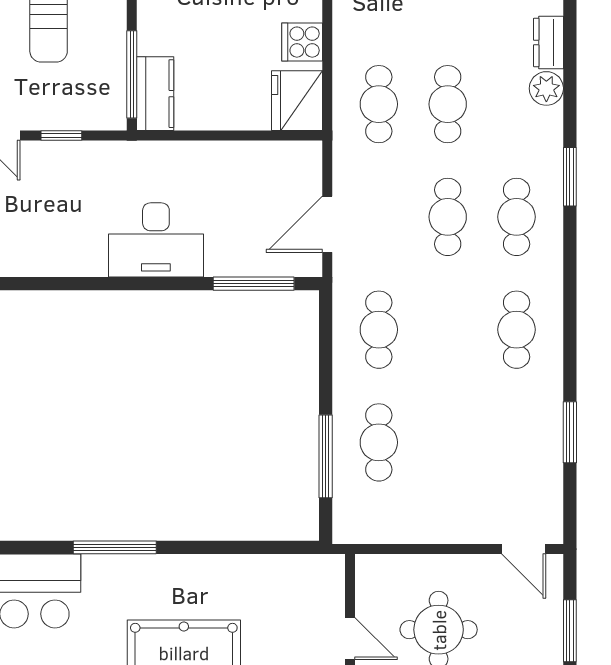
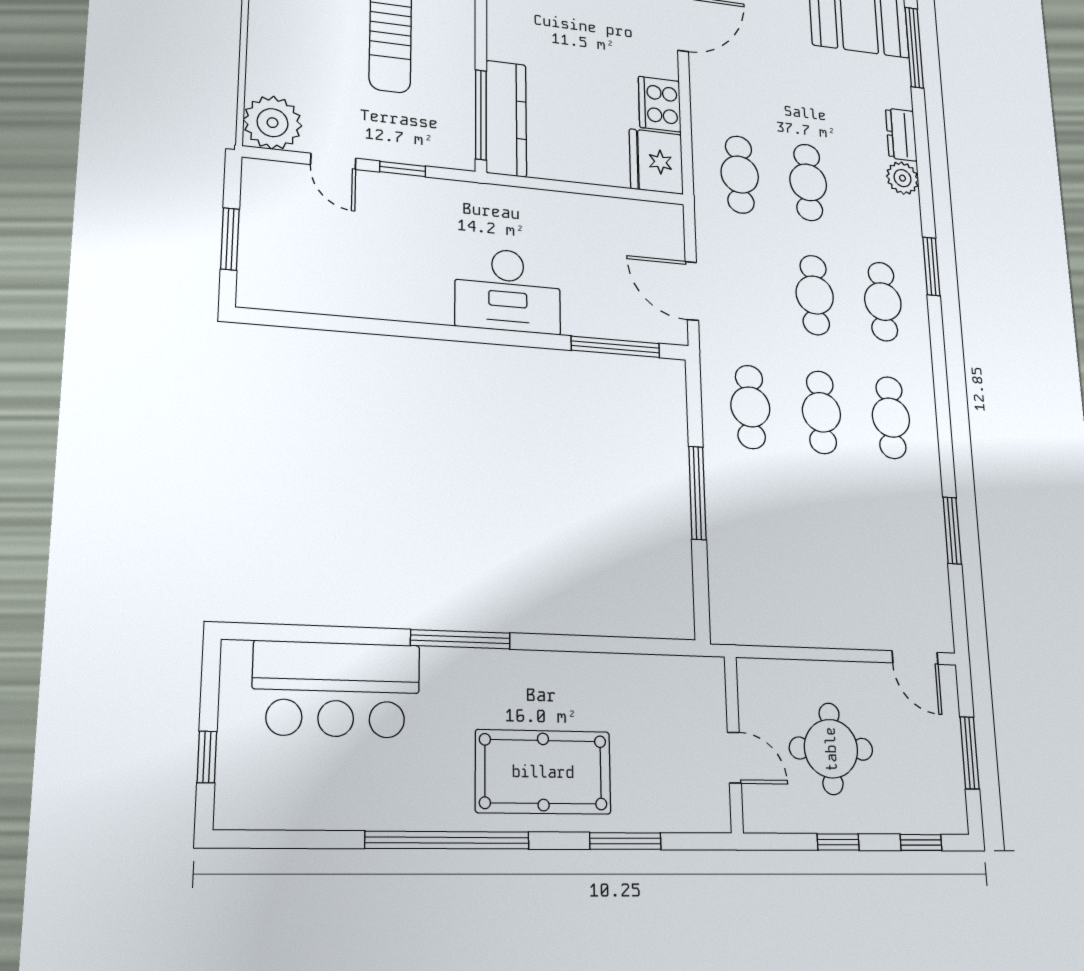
cooker: (302, 42) -> (660, 104), width x1.36
kitchen counter: (155, 94) -> (506, 118), width x1.50
door: (327, 224) -> (692, 291), hinge flipped
cafe table: (379, 442) -> (821, 412), moved
window: (326, 456) -> (697, 493), moved

